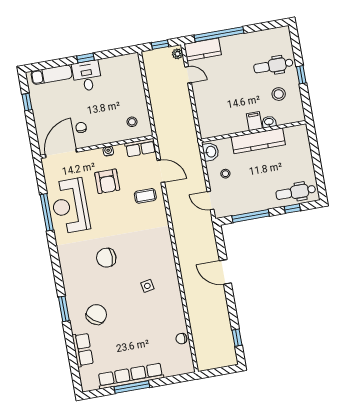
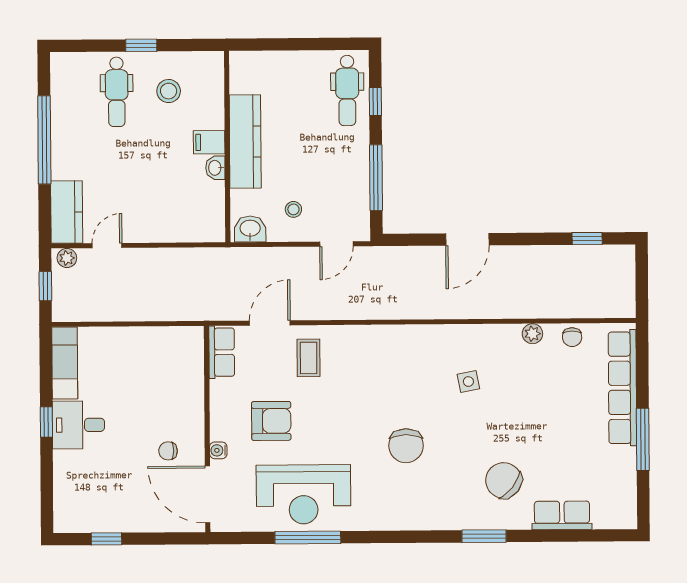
window: (219, 34) -> (44, 140), moved
exam couch: (52, 75) -> (65, 363), moved
stool: (132, 122) -> (173, 359), removed
washbasin: (269, 122) -> (215, 168), moved
water cooler: (108, 151) -> (218, 450), moved
plant: (180, 317) -> (532, 334), added
row of seats: (131, 376) -> (623, 388), moved

